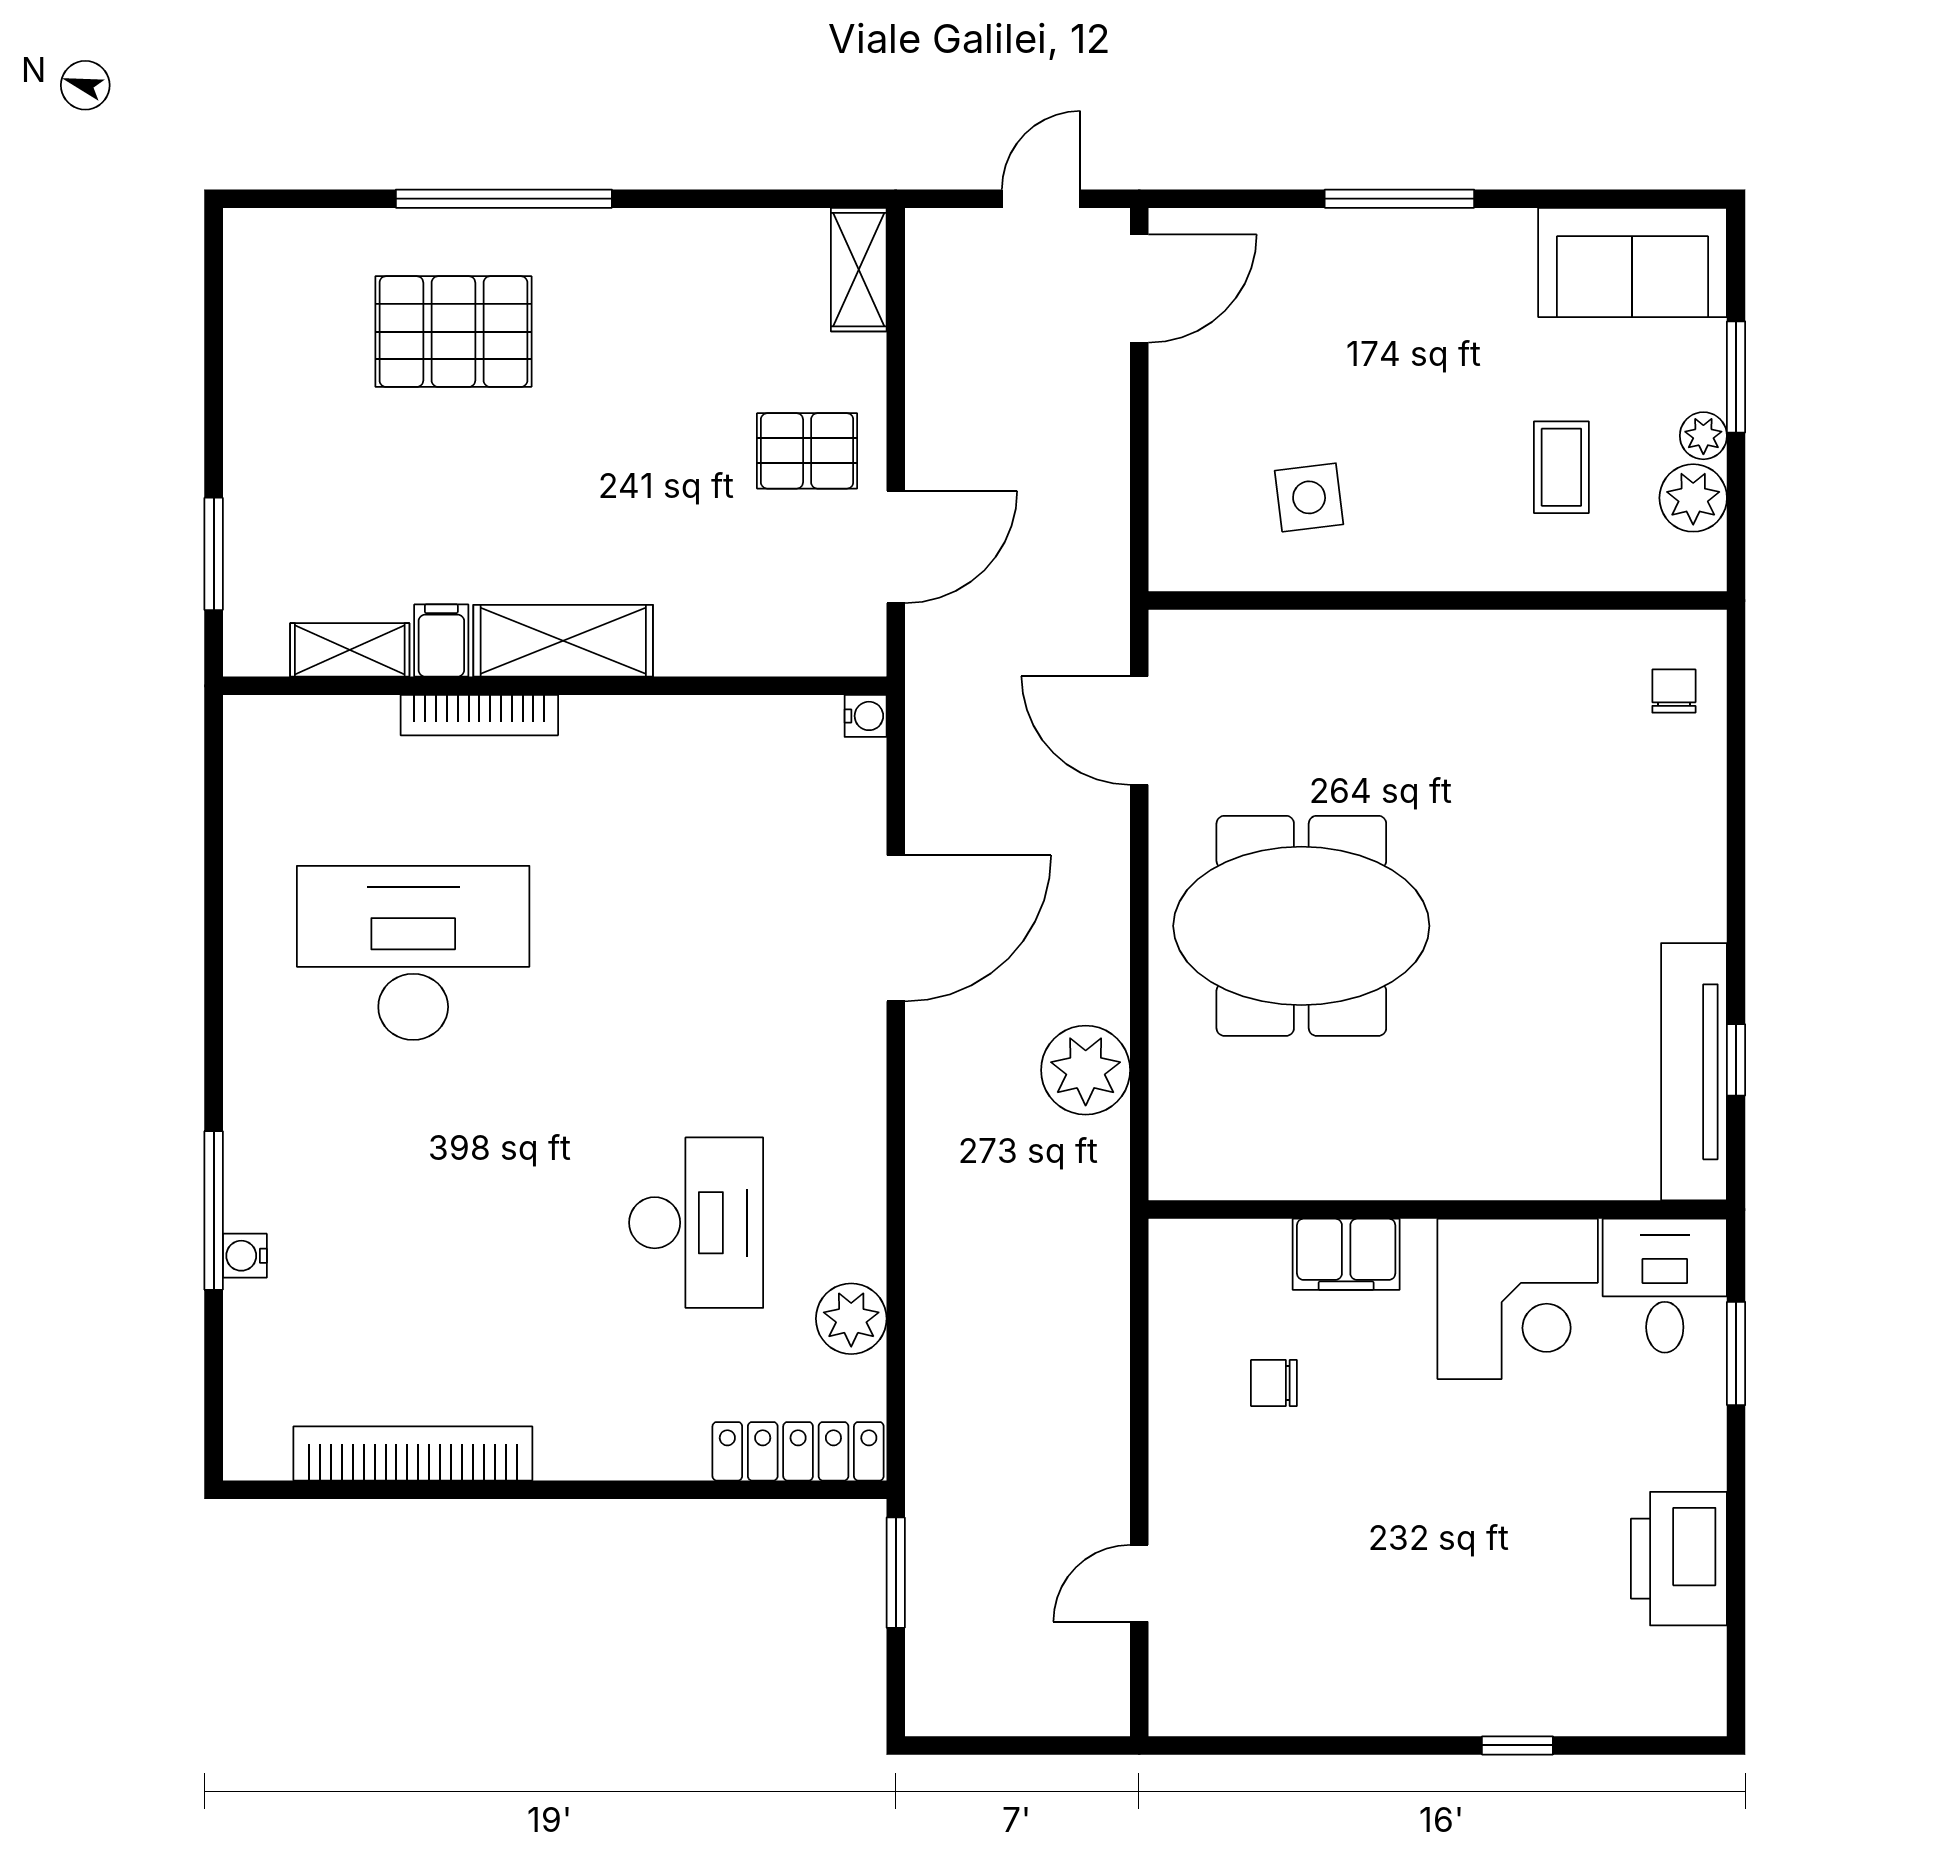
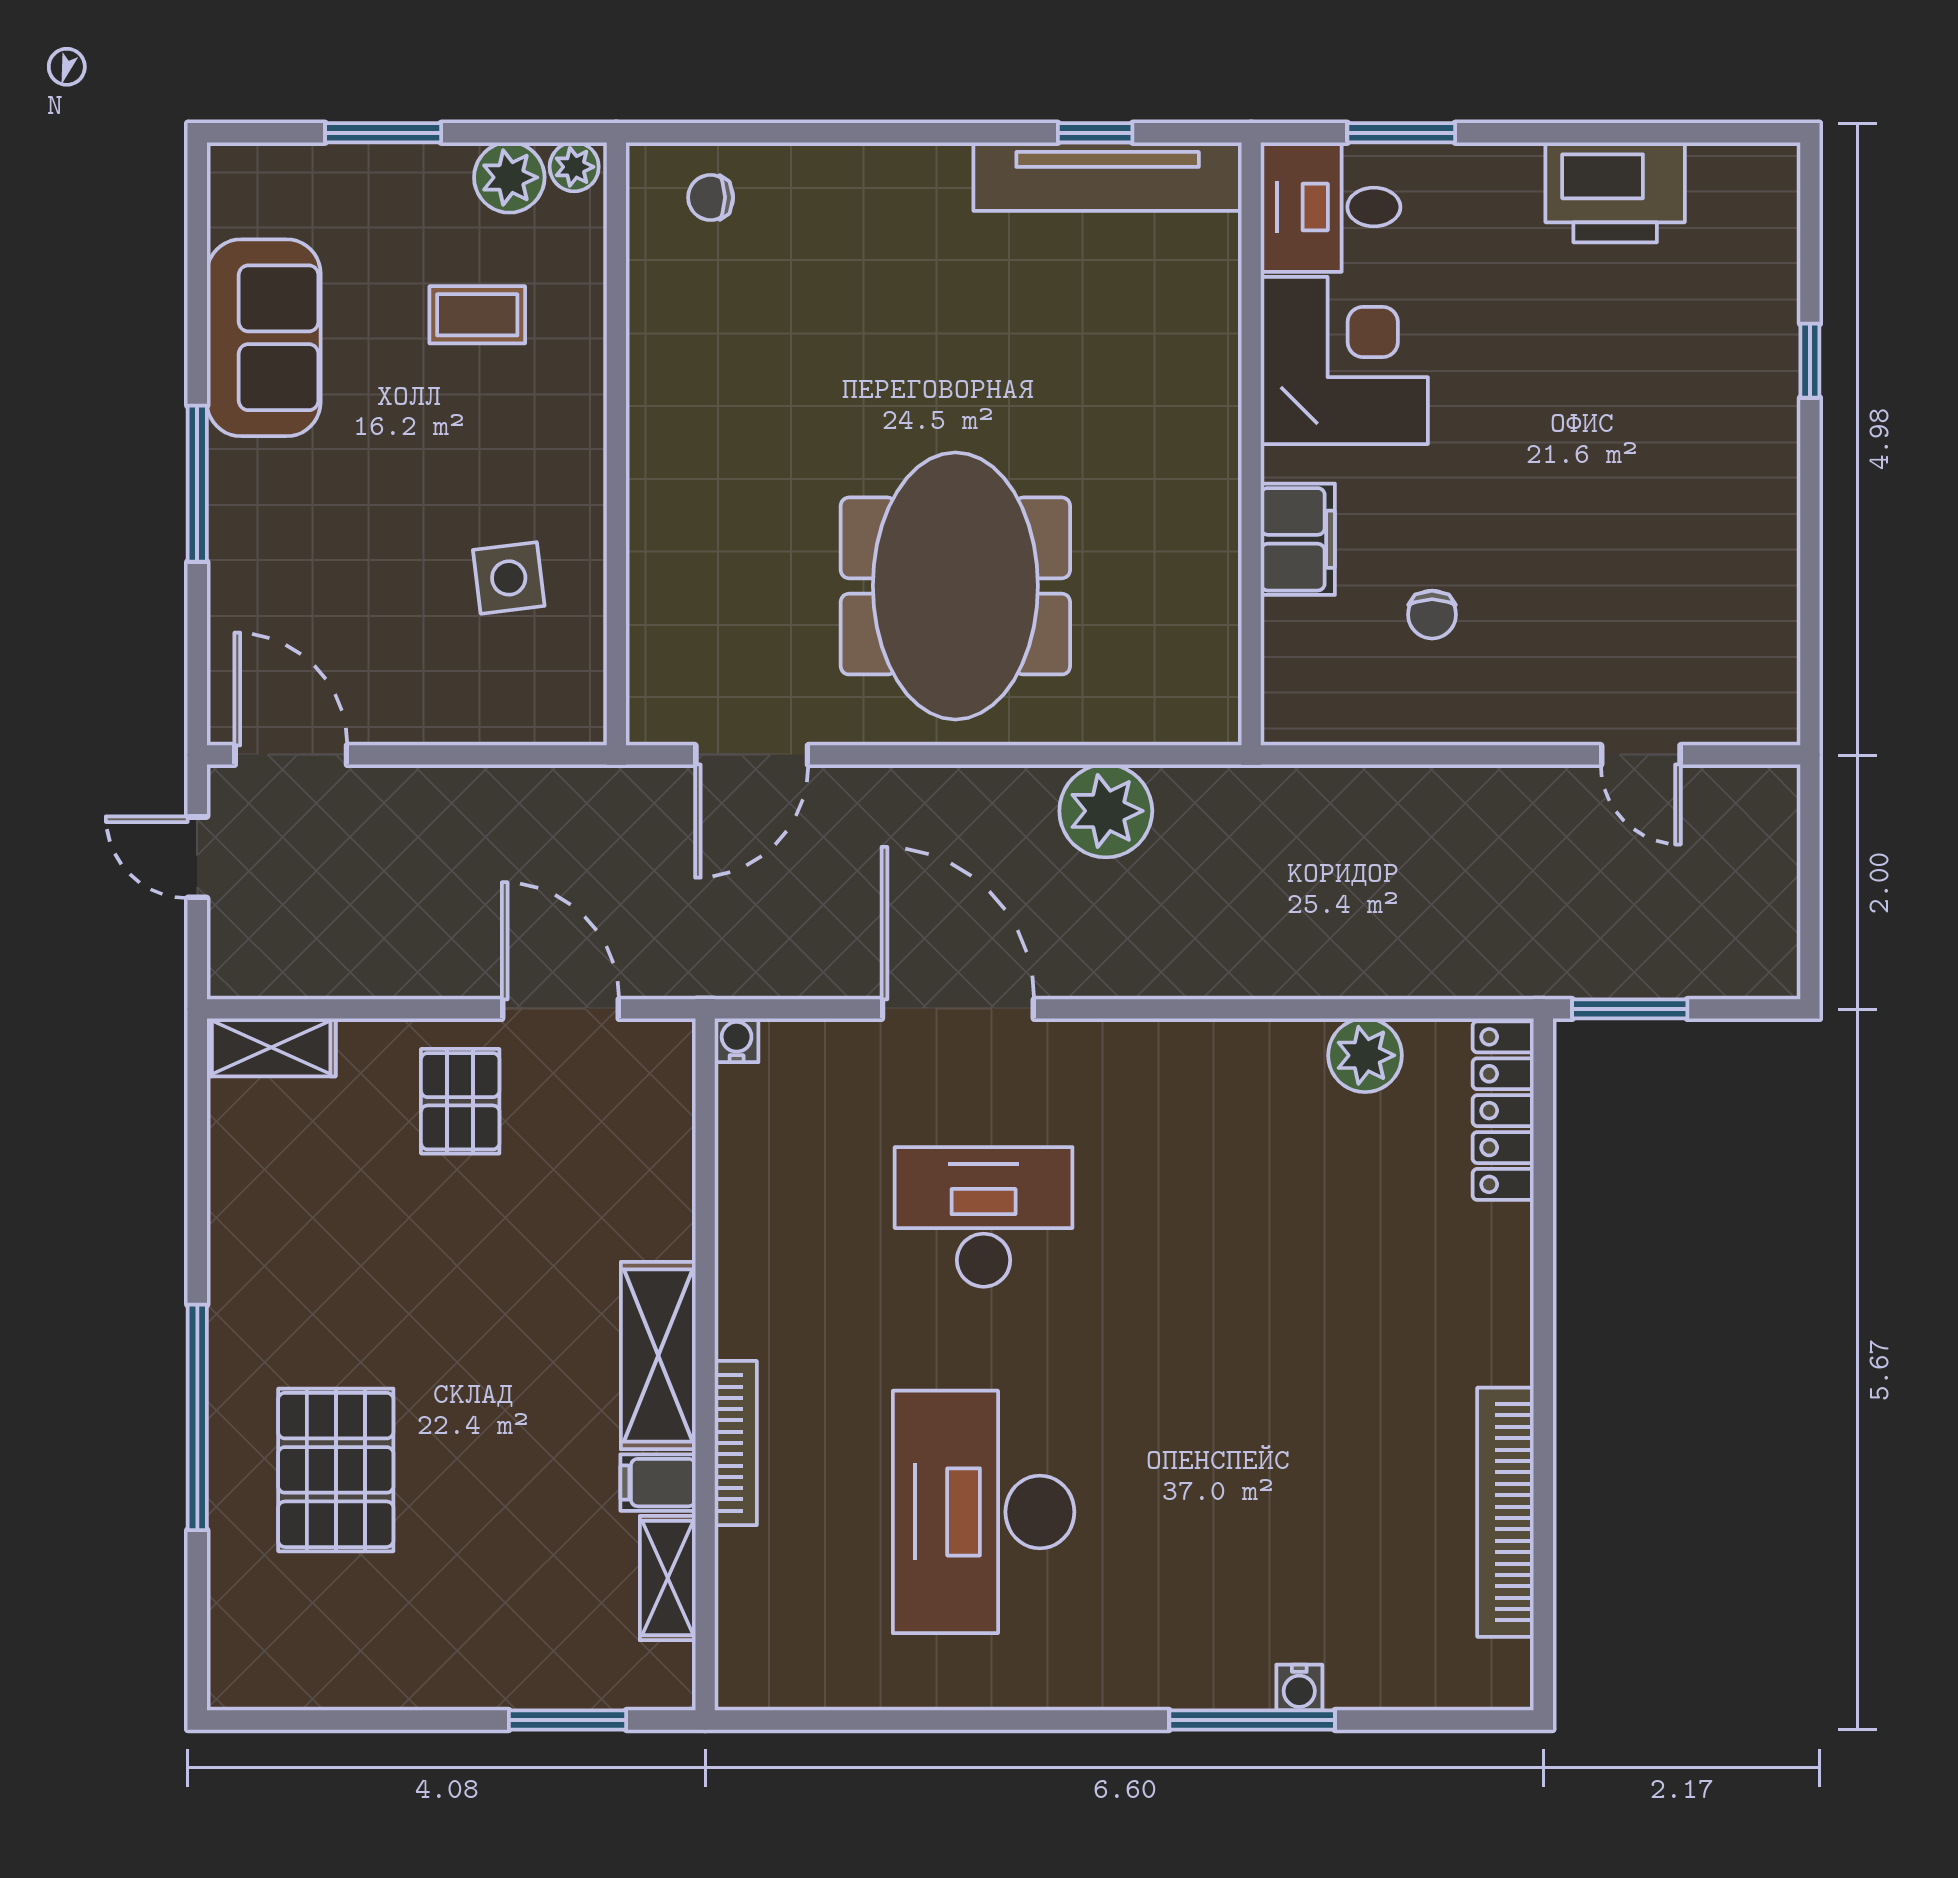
sofa: (1632, 262) -> (264, 338), moved
plant: (1703, 436) -> (574, 167), moved
desk: (696, 1223) -> (984, 1217), moved

